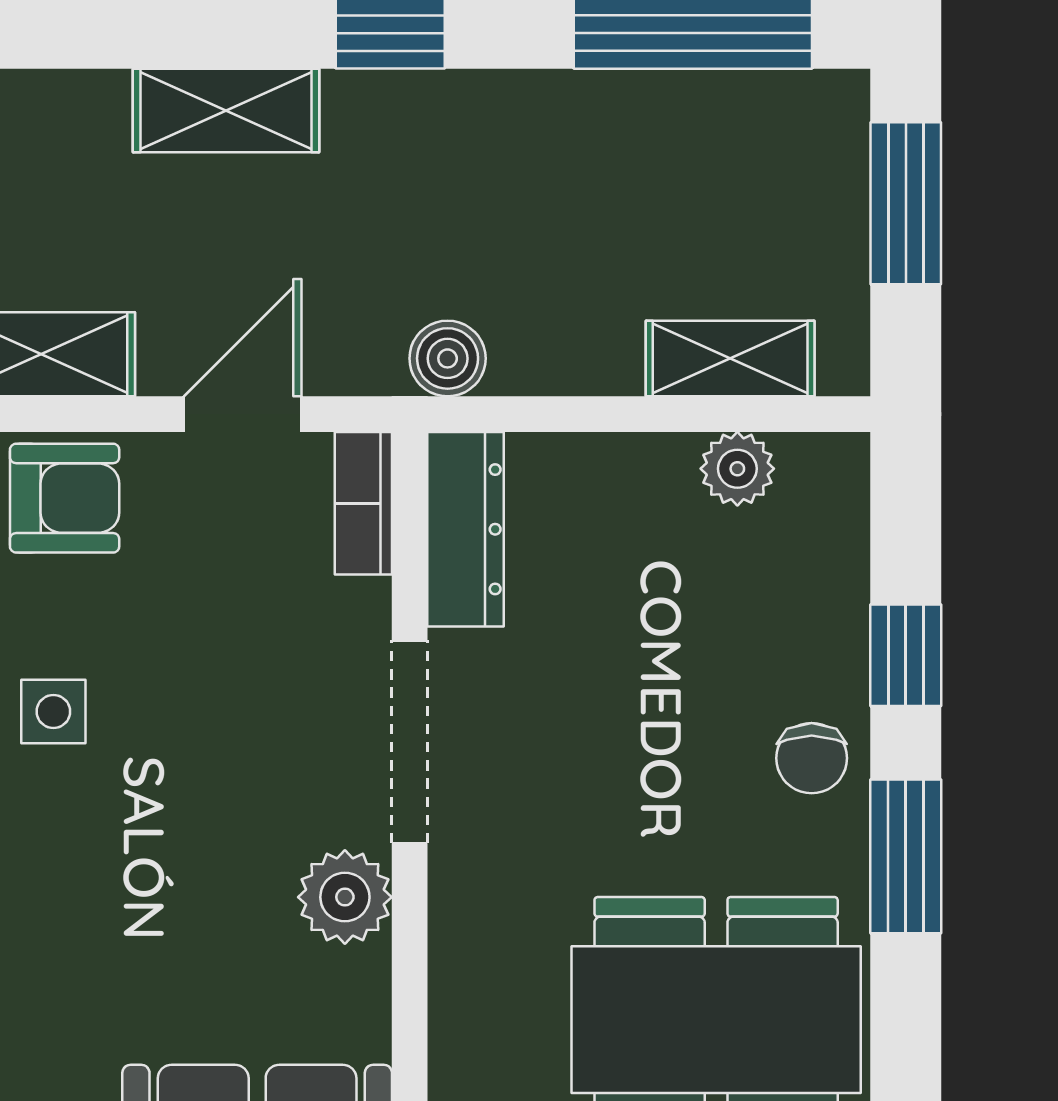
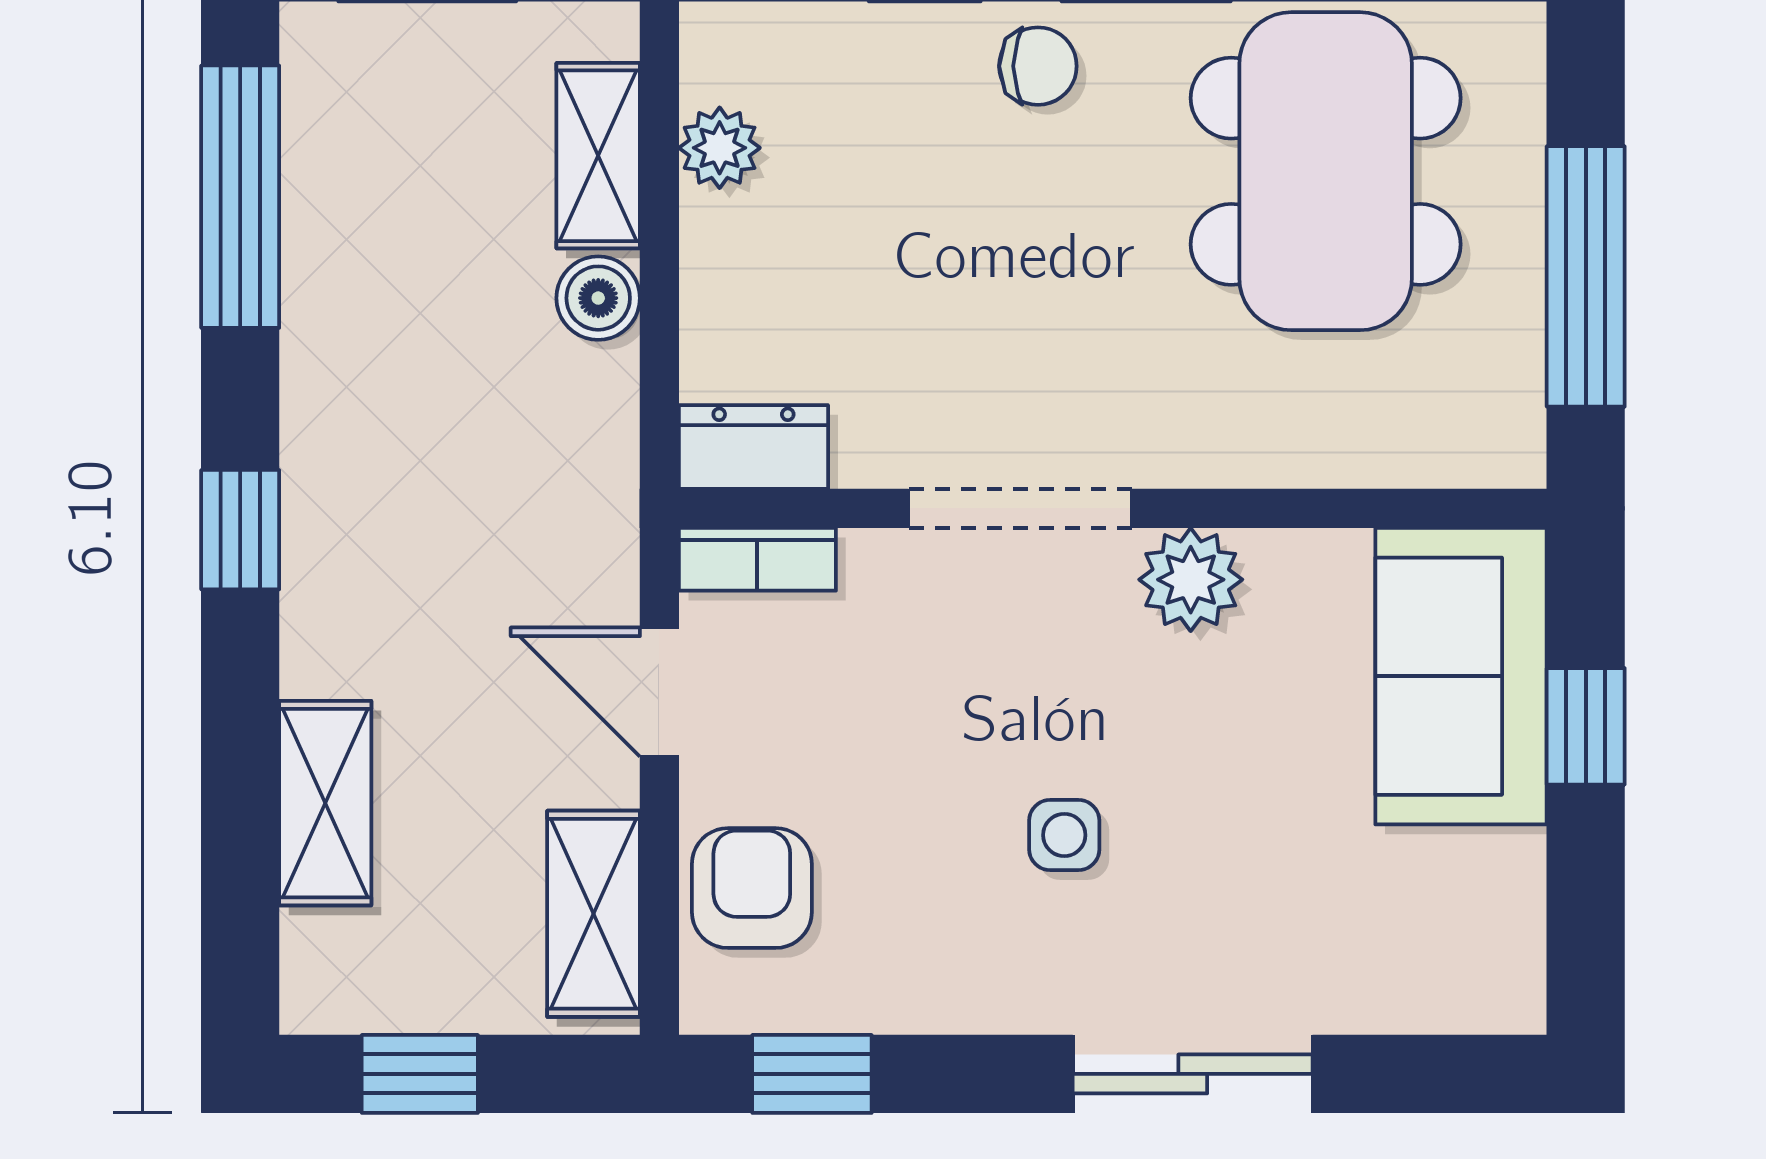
shelving: (226, 110) -> (325, 803), moved
boiler: (448, 358) -> (598, 298), moved
dresser: (465, 529) -> (753, 447), width x0.70
side table: (53, 711) -> (1064, 835), moved

